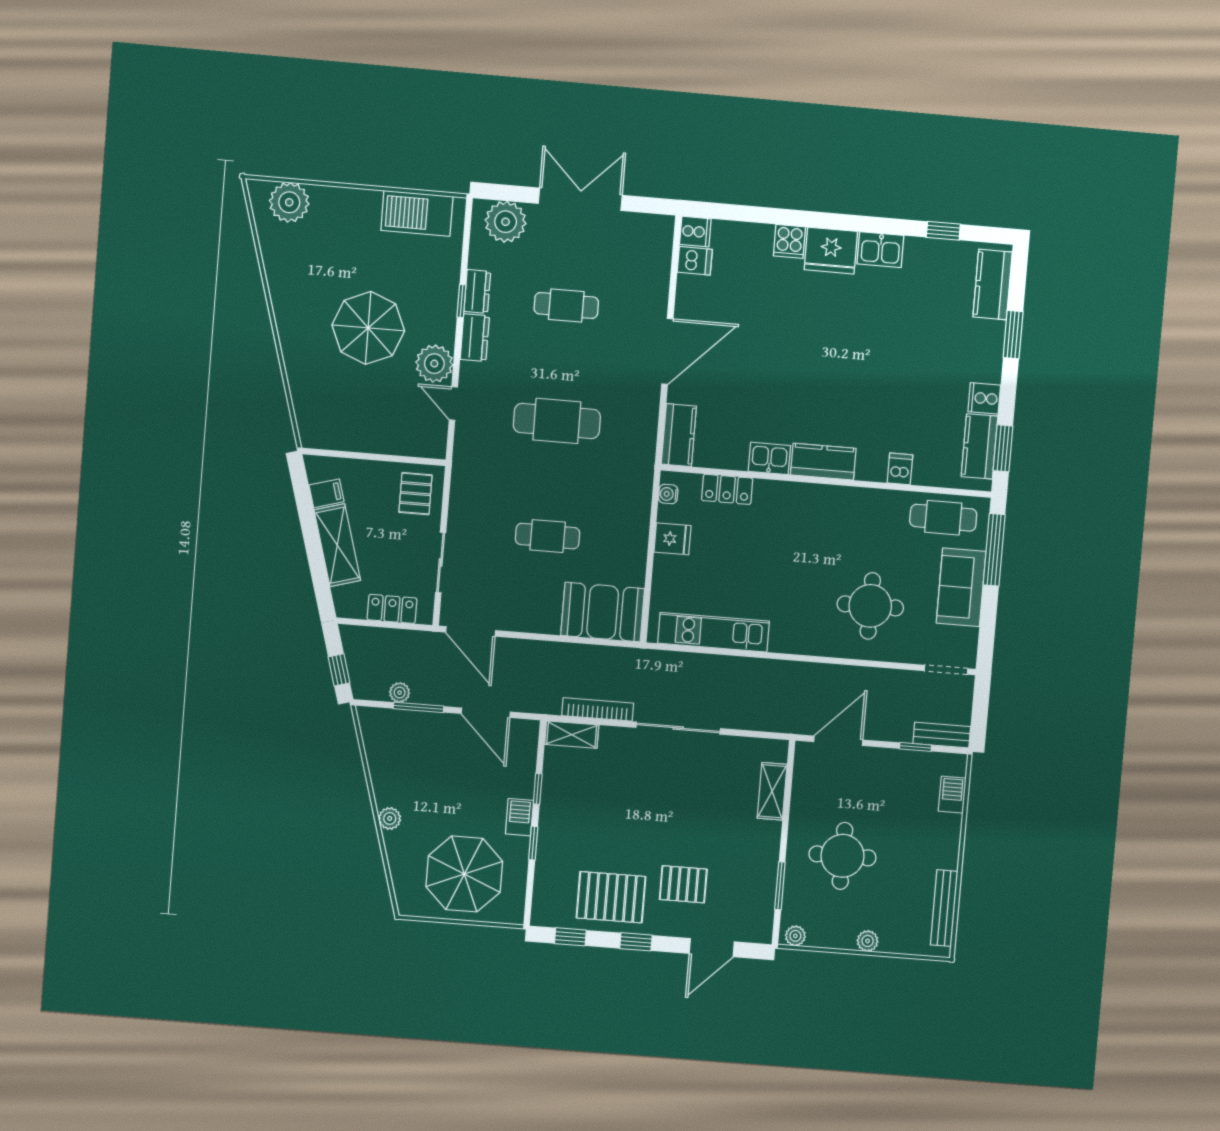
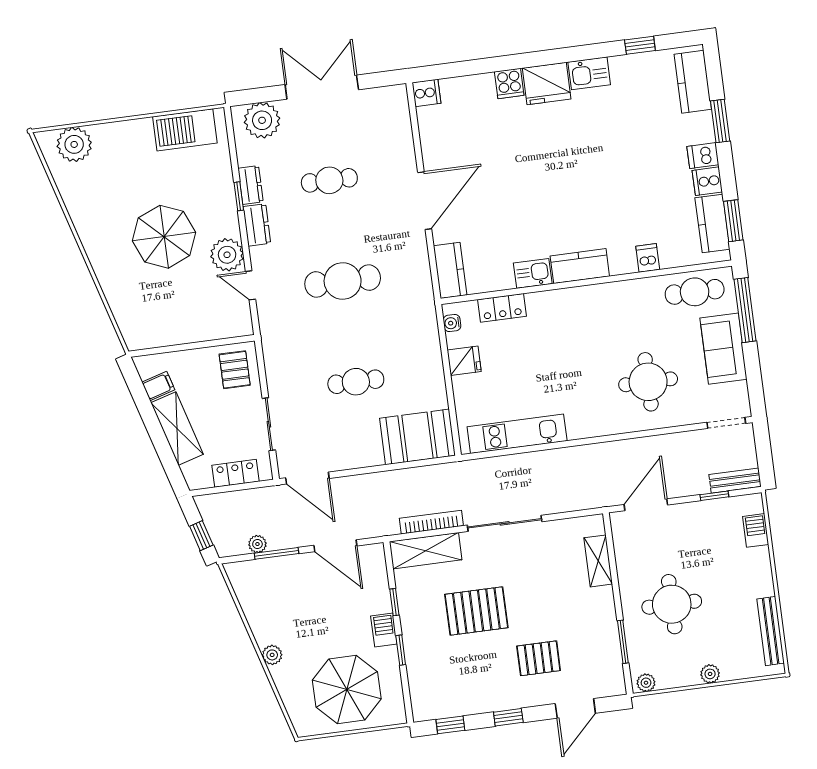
dishwasher: (695, 261) -> (703, 156), moved, turned 180
shelving: (572, 735) -> (426, 551), width x1.50, depth x1.33
pallet: (611, 897) -> (476, 611), moved

